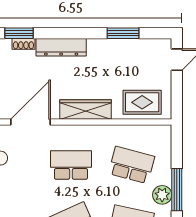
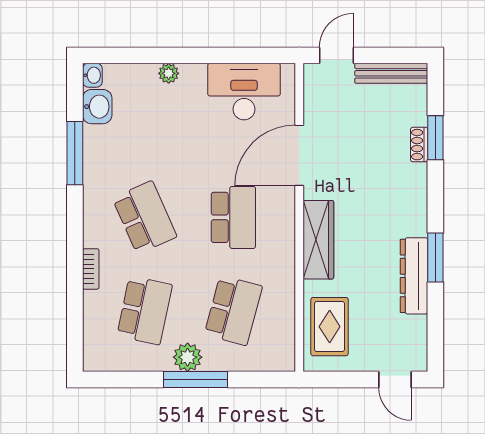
window: (123, 33) -> (435, 257), moved
dresser: (61, 47) -> (414, 276), moved
door: (31, 122) -> (299, 155), swing flipped

